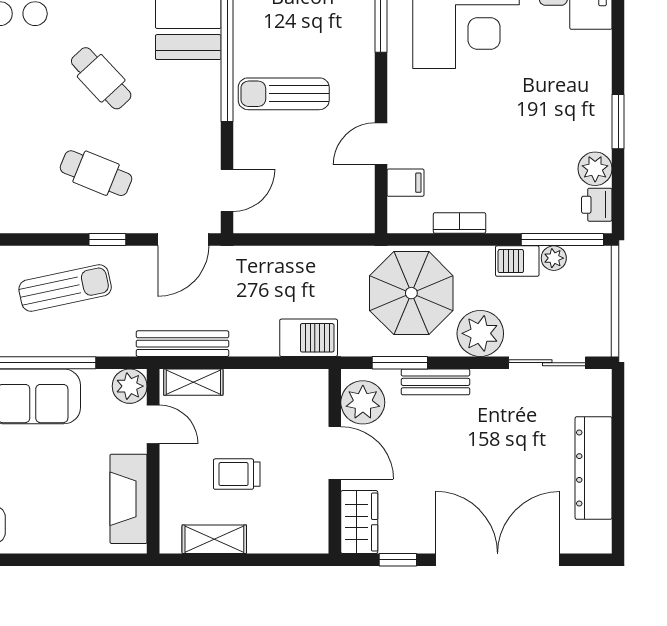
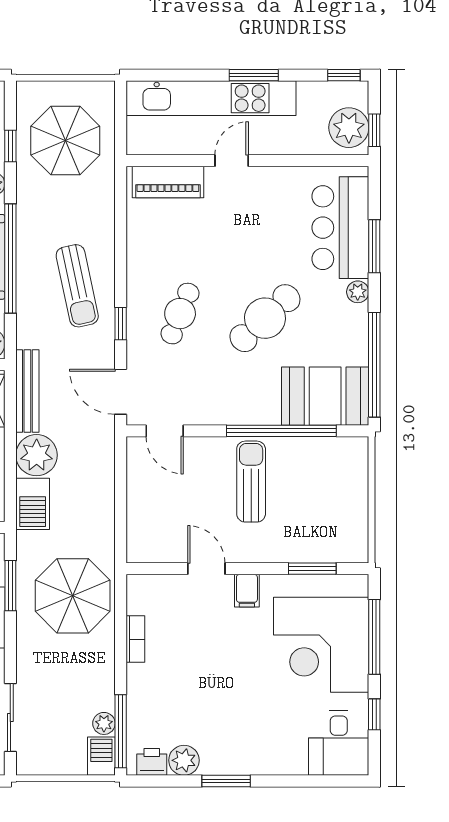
cafe table: (101, 78) -> (265, 318), width x1.37, depth x1.35
filing cabinet: (405, 183) -> (247, 591), moved
barbecue: (517, 261) -> (101, 756), moved
plant: (480, 333) -> (37, 455), moved

